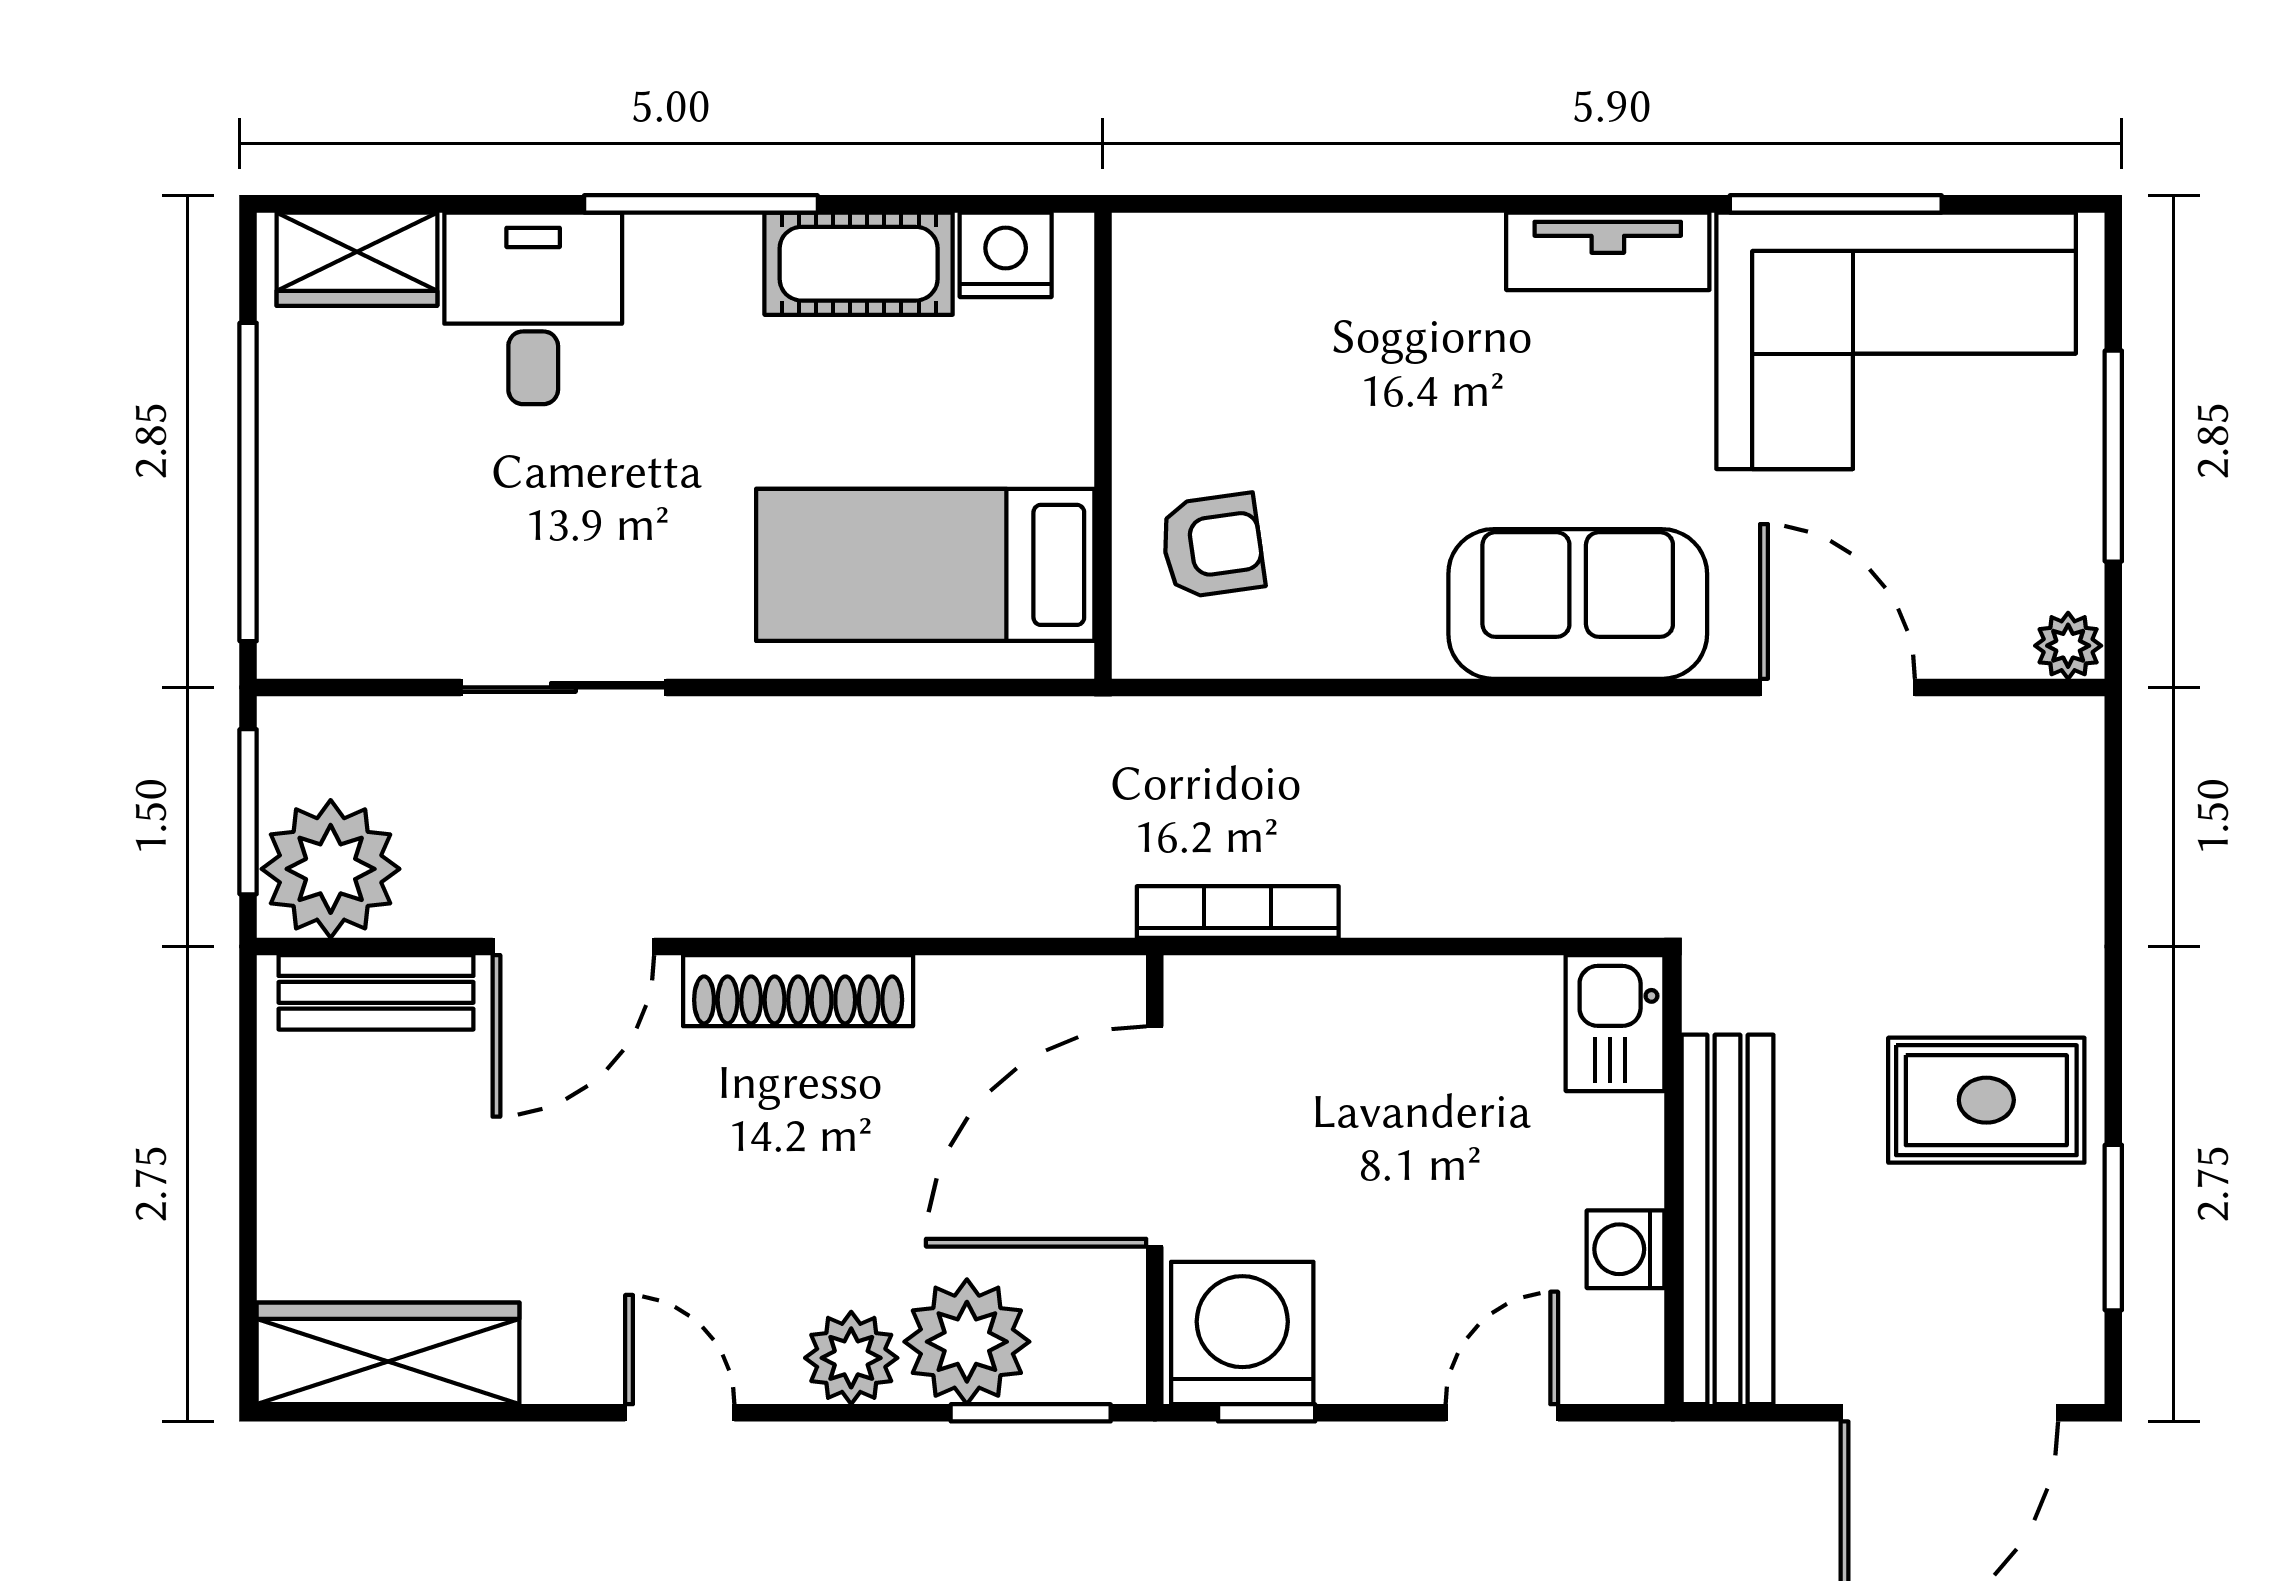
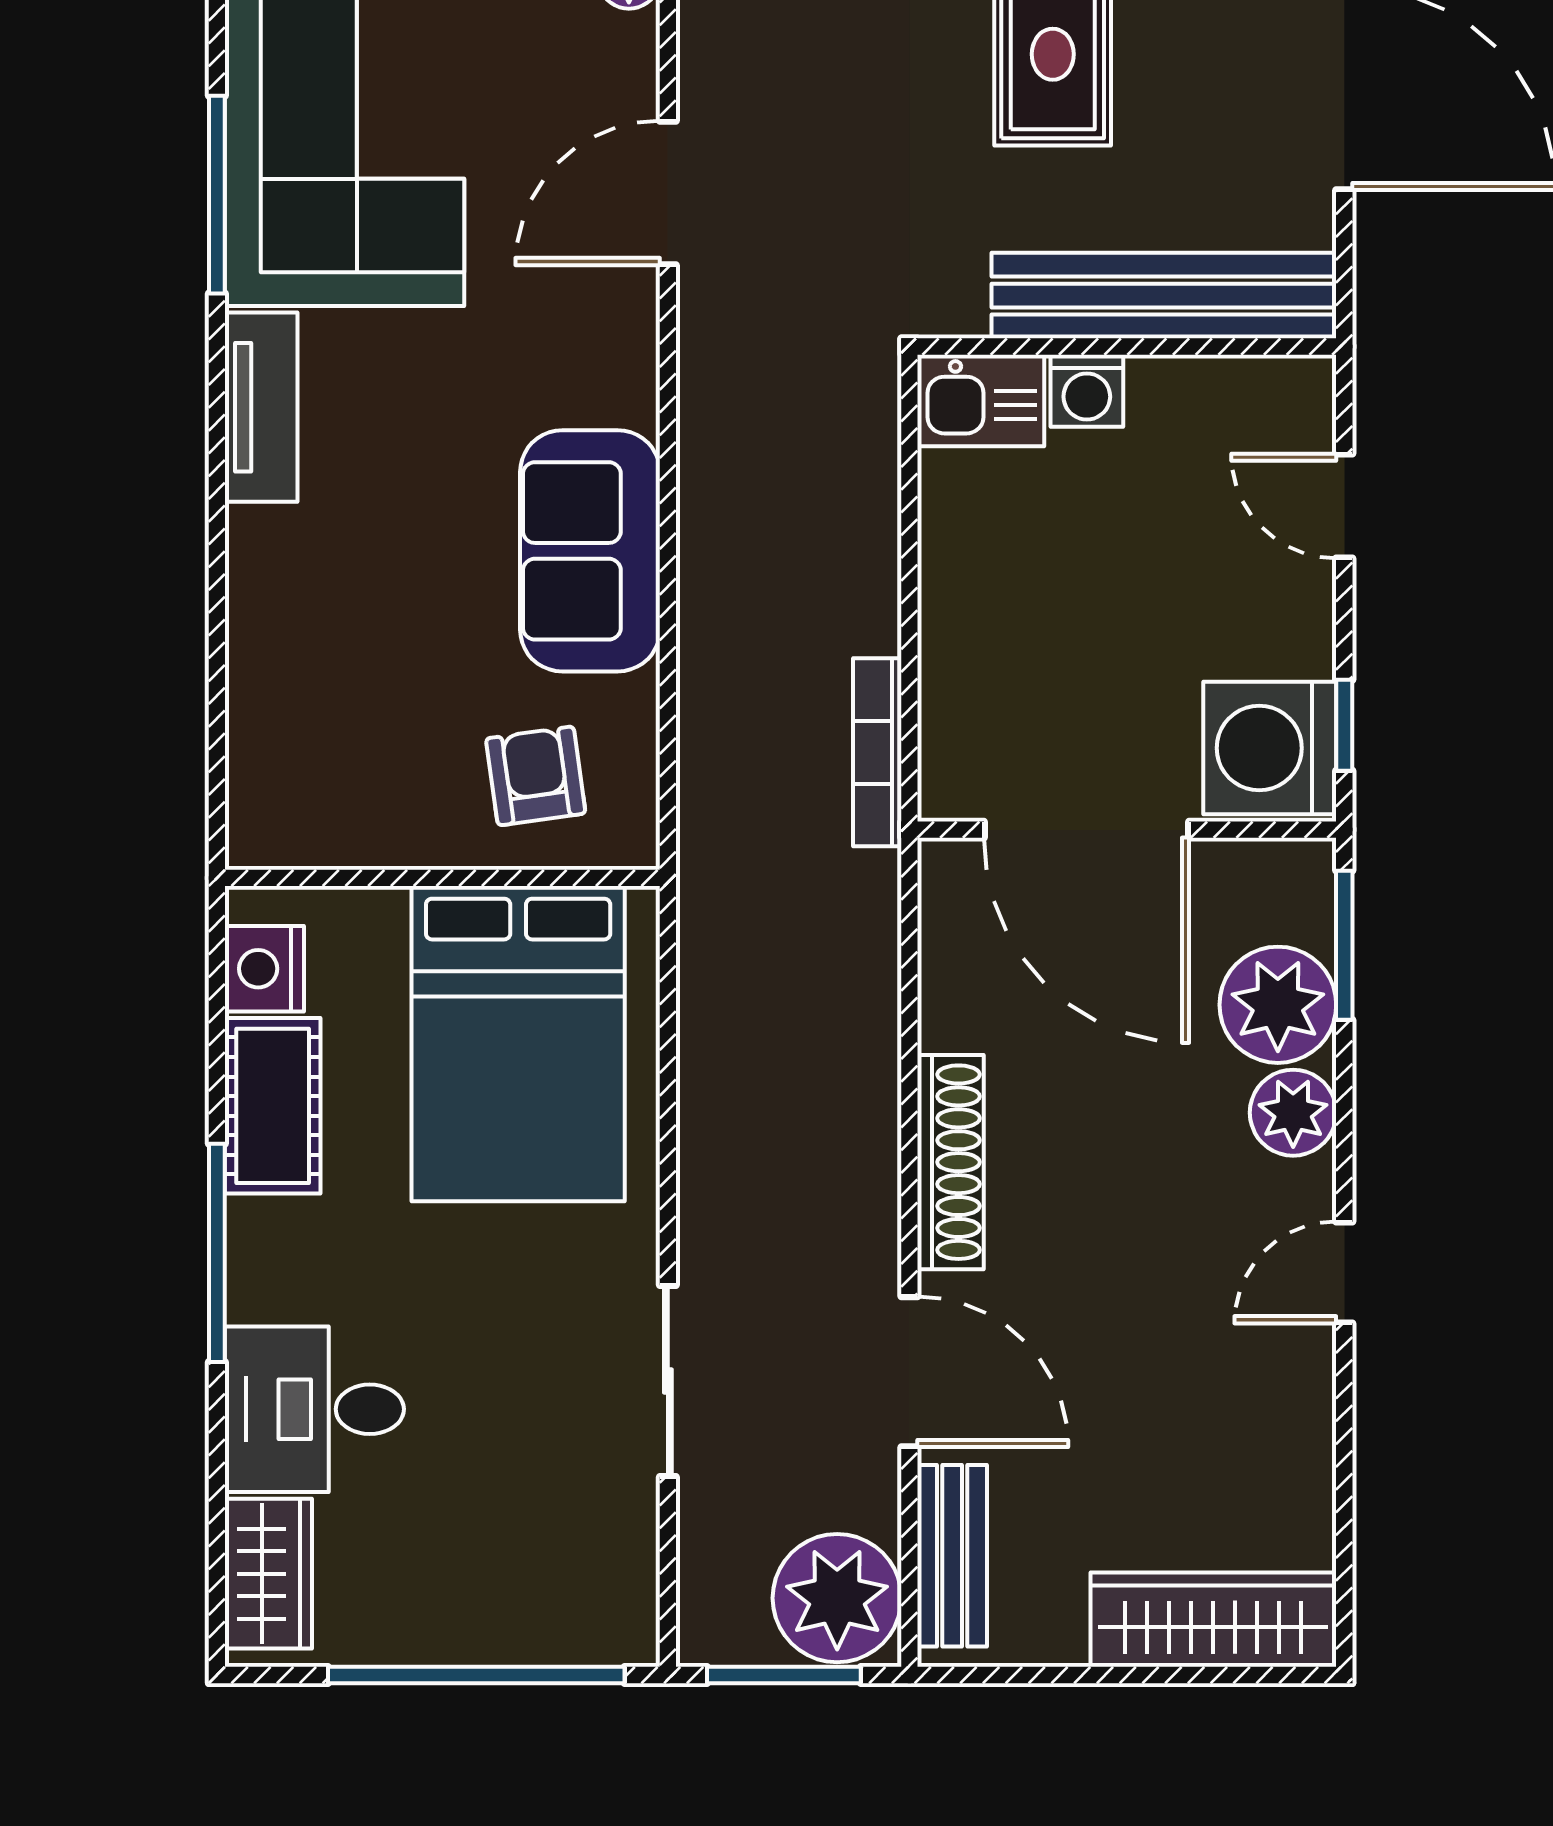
bed: (925, 565) -> (518, 1044), width x1.50
sofa: (1578, 604) -> (590, 551), moved
washing machine: (1625, 1249) -> (1087, 391), moved
wardrobe: (388, 1353) -> (1213, 1620), moved, turned 90

